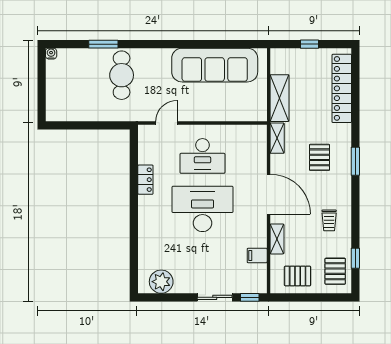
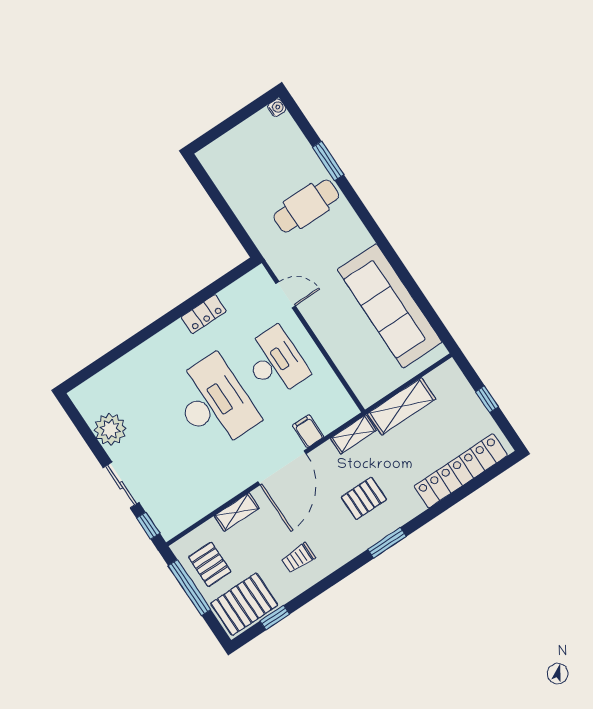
desk: (202, 156) -> (275, 362), turned 180
filing cabinet: (257, 256) -> (308, 431), moved
pallet: (335, 271) -> (244, 604), width x1.50, depth x1.42
plant: (161, 282) -> (110, 429), moved
window: (303, 297) -> (189, 588), added

